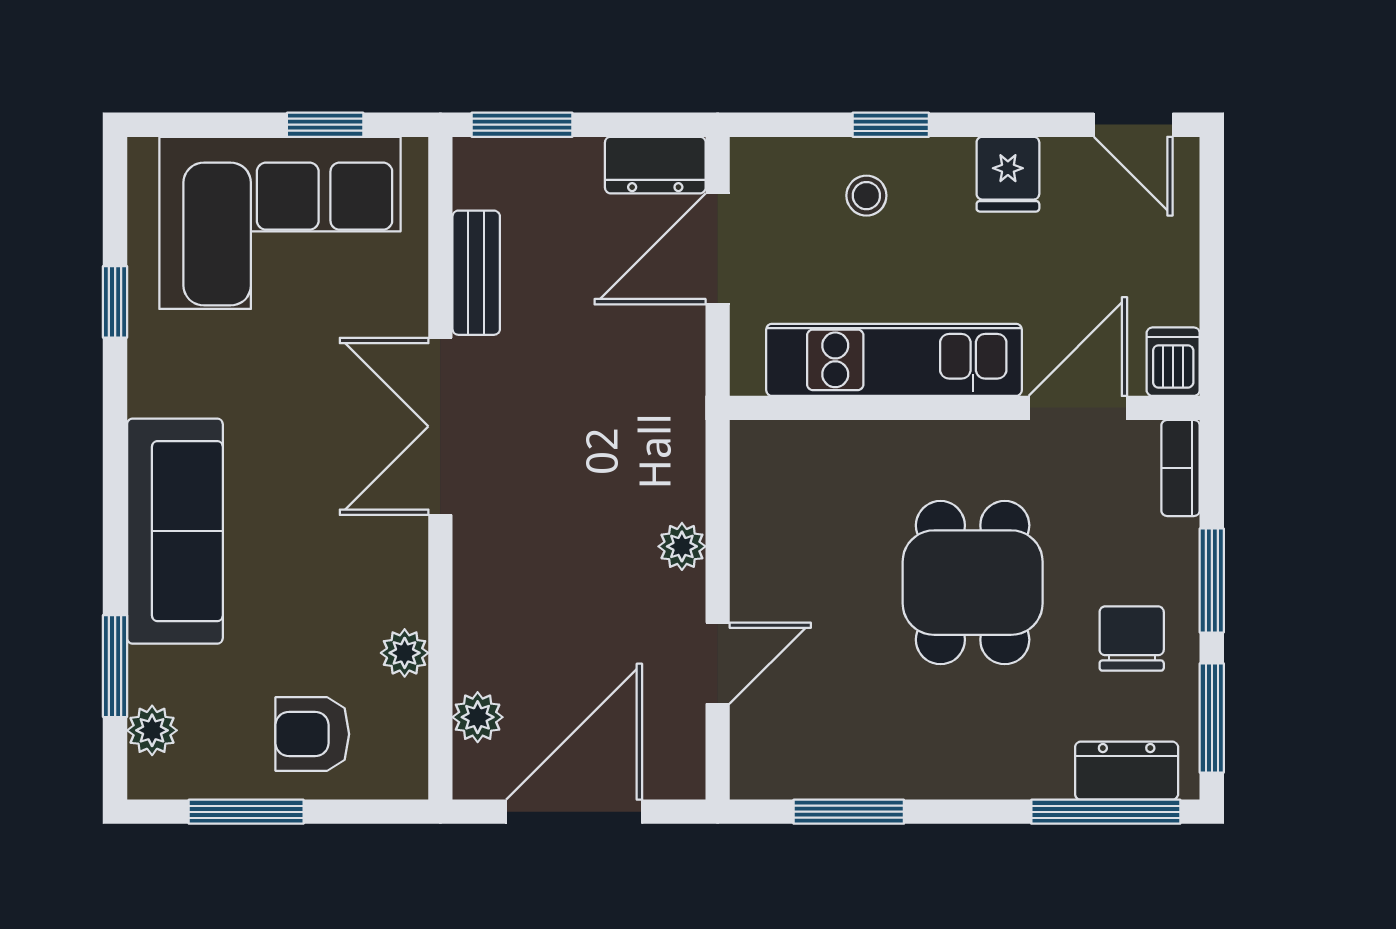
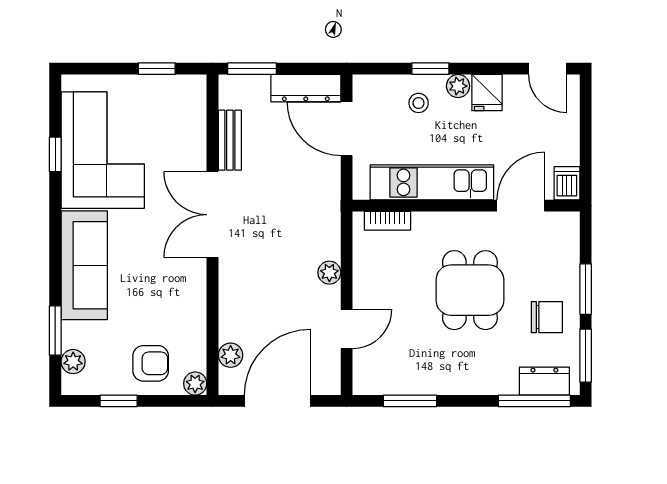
plant: (948, 161) -> (458, 86), added
dresser: (655, 165) -> (306, 88), width x1.44
corner sofa: (280, 223) -> (103, 150), moved, turned -90
door: (718, 249) -> (347, 129), hinge flipped
bookcase: (1181, 468) -> (388, 221), moved, turned -90
chair: (1132, 639) -> (547, 317), turned 90
plant: (405, 653) -> (195, 384), moved
armchair: (312, 734) -> (151, 363), turned 180
window: (246, 812) -> (119, 401), width x0.67

